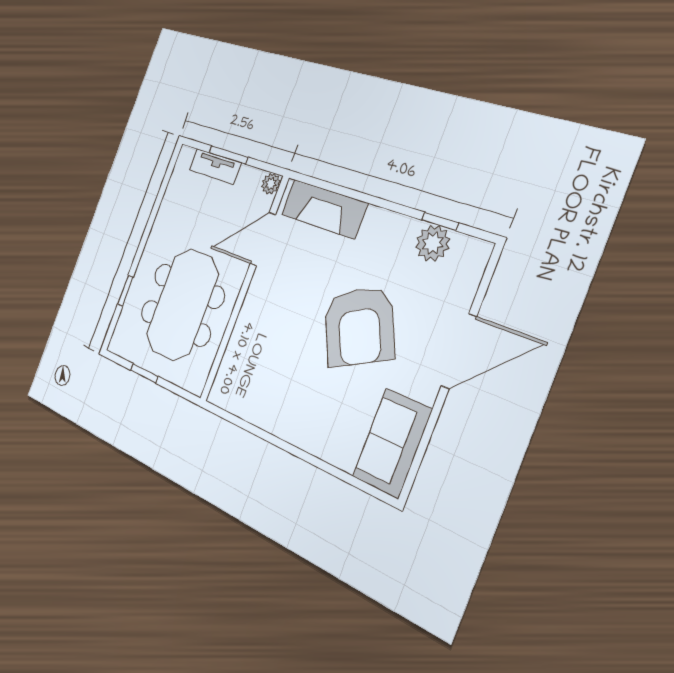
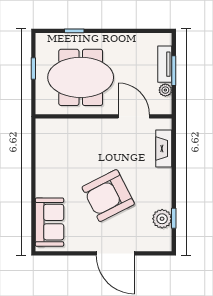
plant: (271, 184) -> (165, 90), moved
fireplace: (324, 209) -> (164, 148), width x0.73, depth x0.76
sofa: (392, 443) -> (49, 222), moved, turned 90

